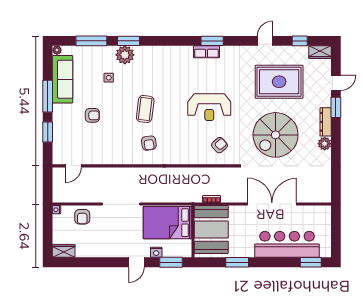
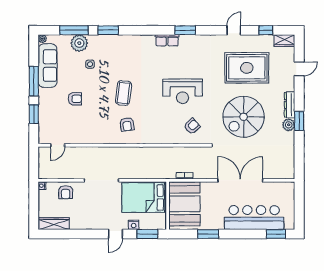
row of seats: (207, 52) -> (167, 40), moved
plant: (125, 55) -> (79, 43), moved
window: (336, 107) -> (299, 121), moved
wardrobe: (64, 251) -> (54, 224), width x1.50

